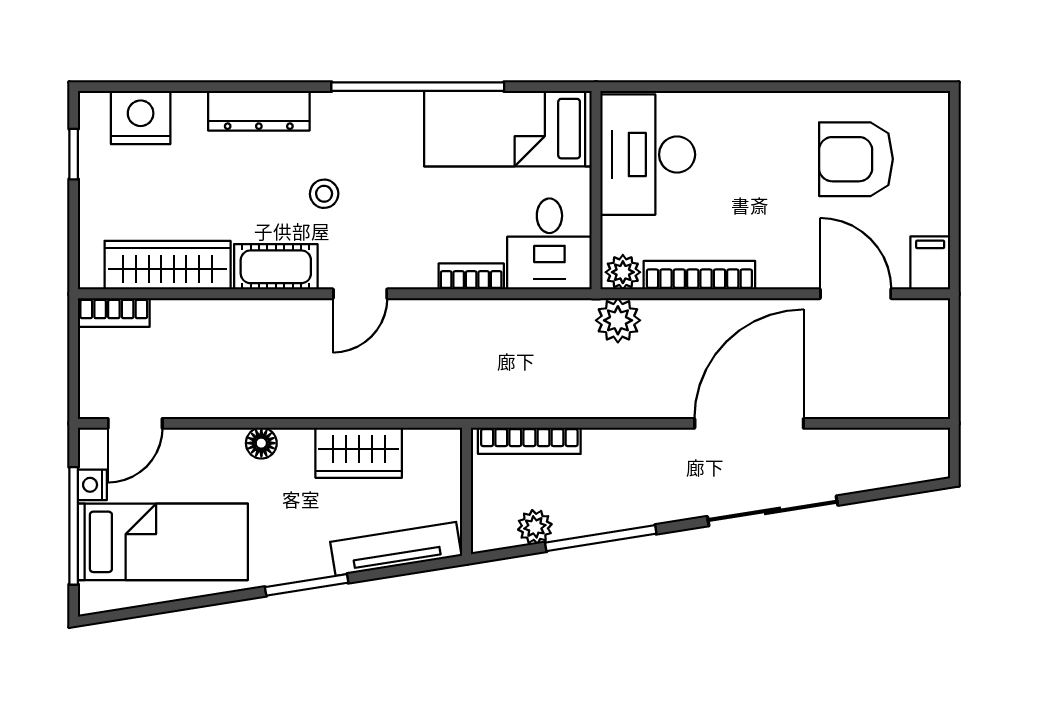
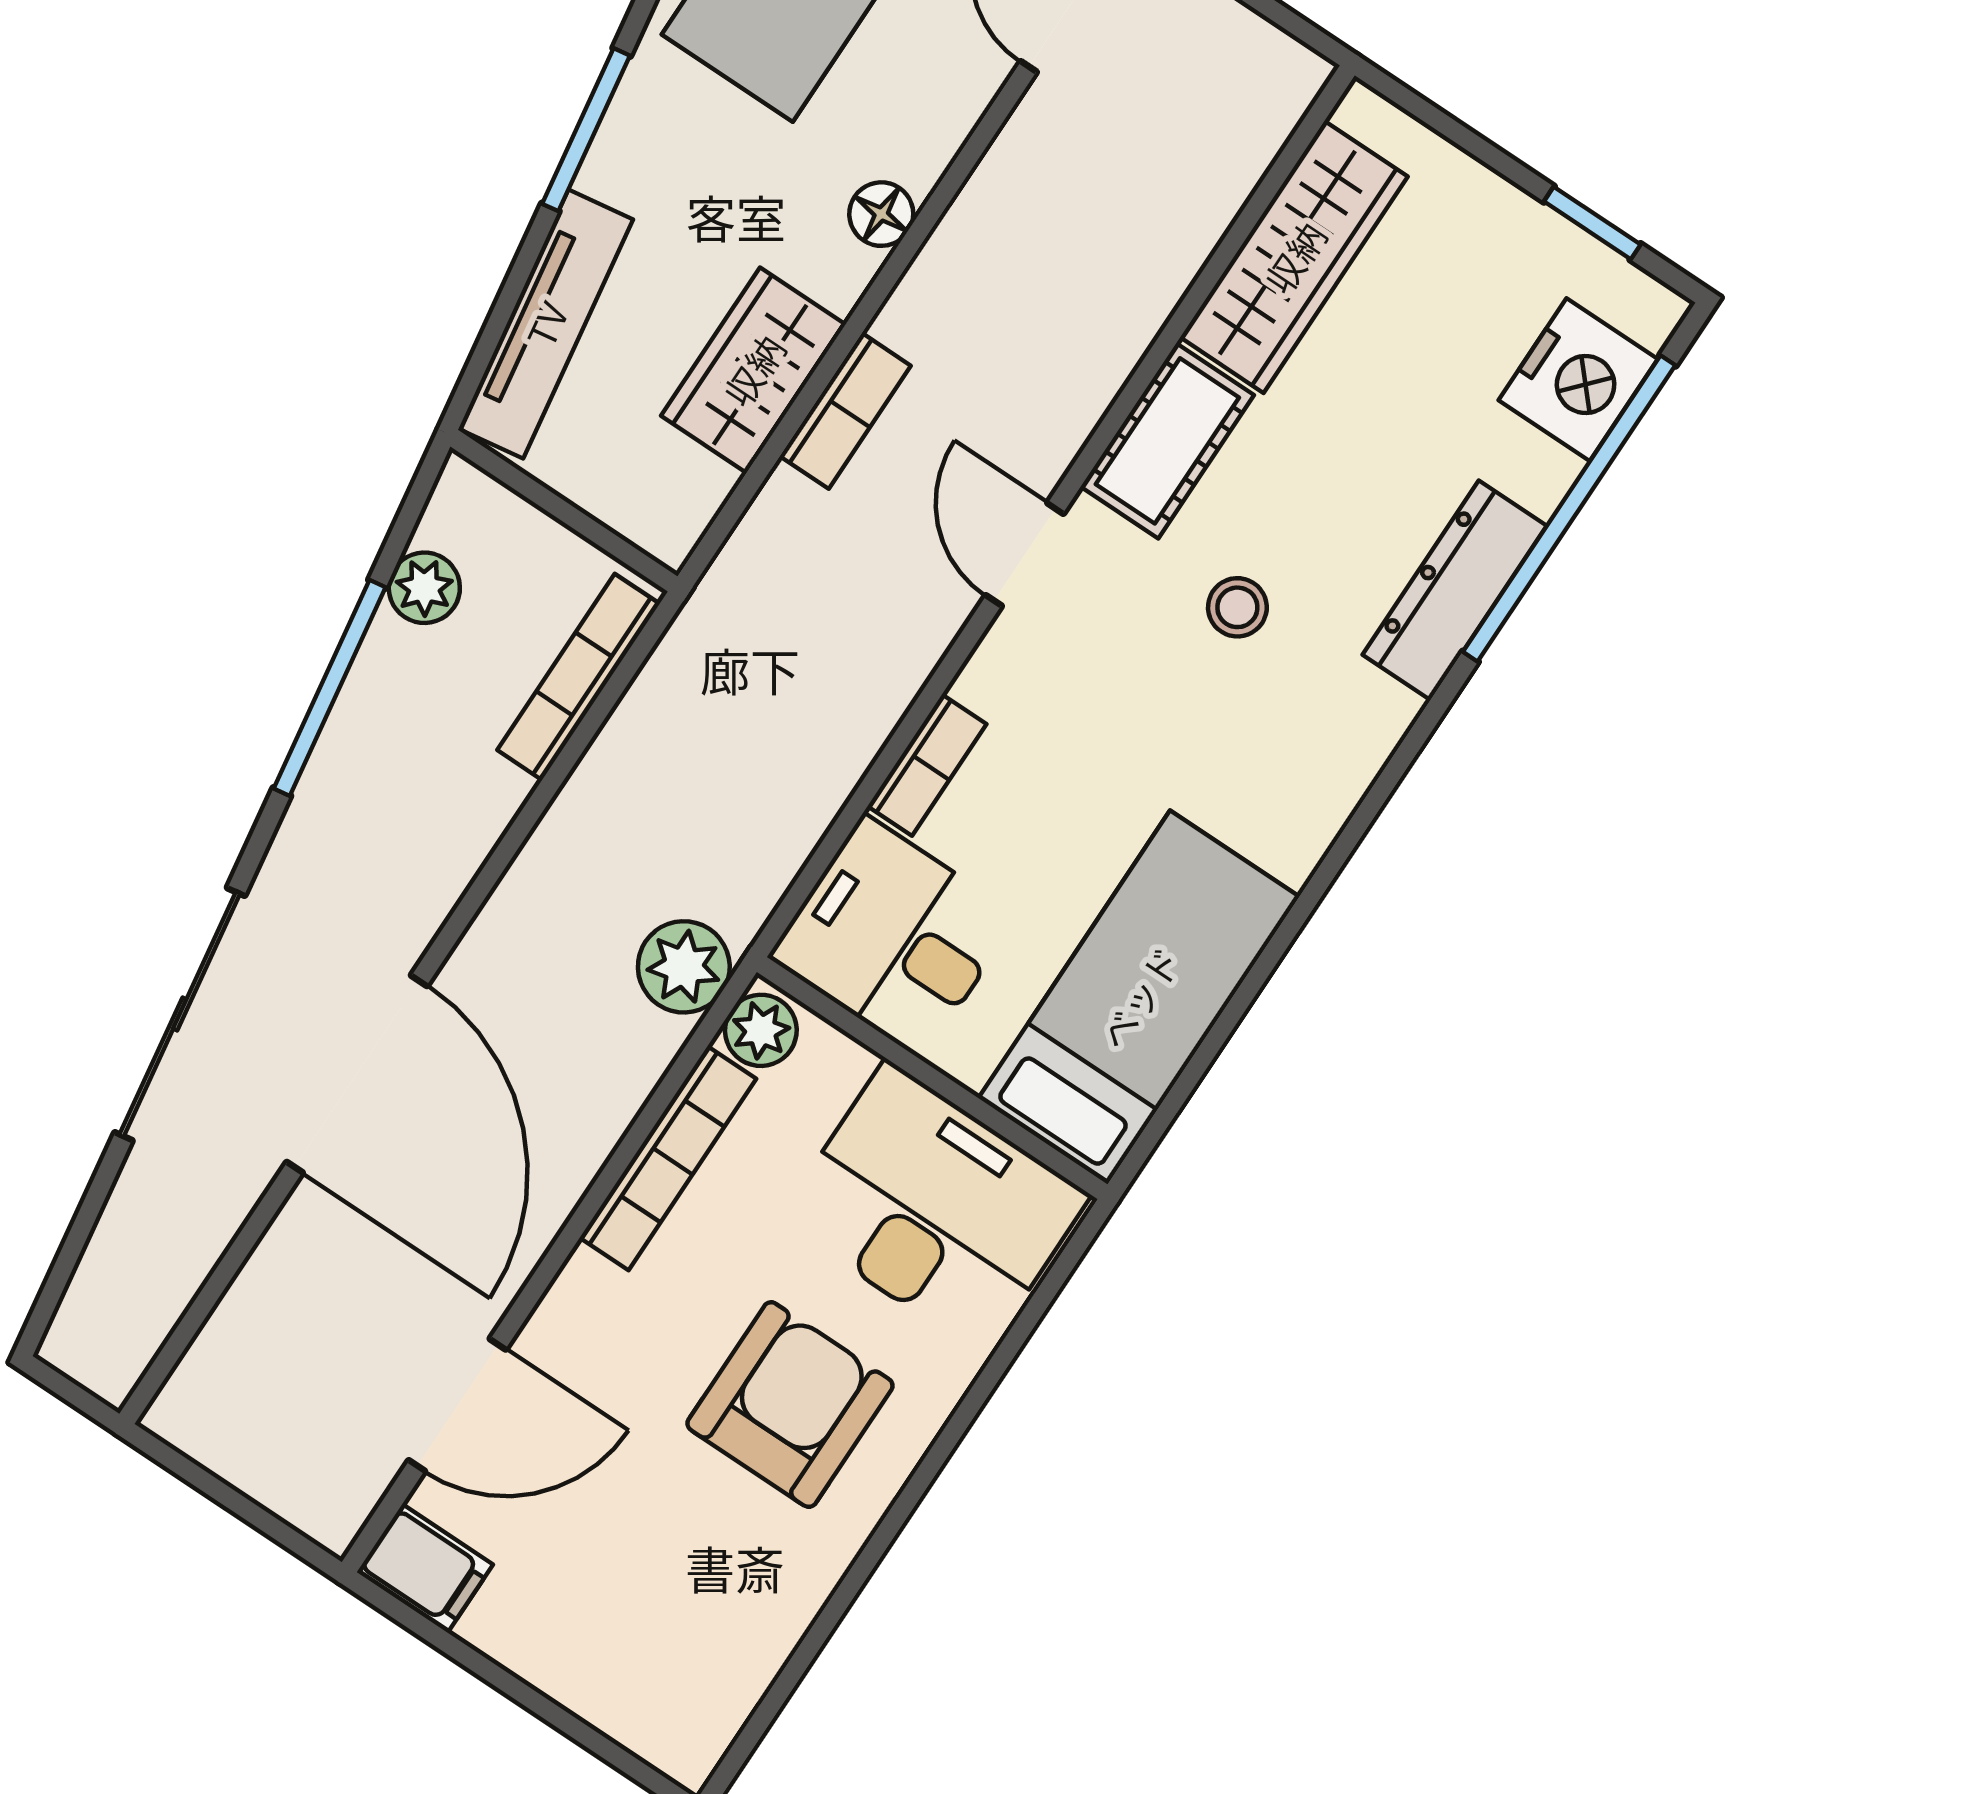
window: (418, 87) -> (1569, 509), moved
armchair: (856, 159) -> (790, 1405), moved
bookcase: (114, 312) -> (845, 411), moved, turned 180

